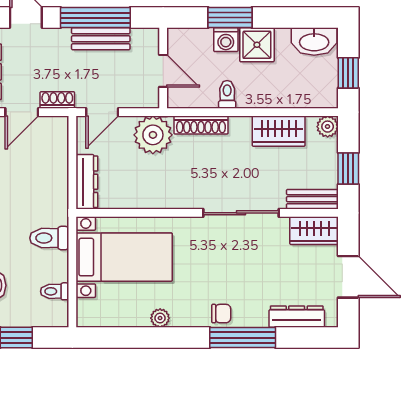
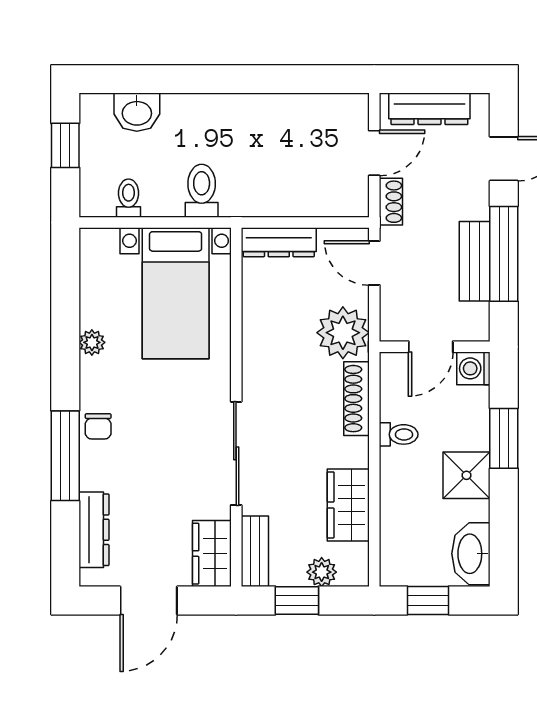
washing machine: (226, 40) -> (473, 368), moved
door: (22, 112) -> (374, 153), swing flipped
plant: (328, 127) -> (322, 572), moved

